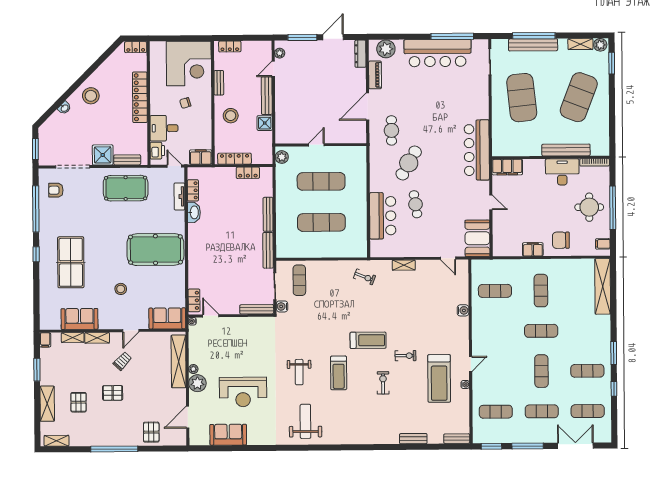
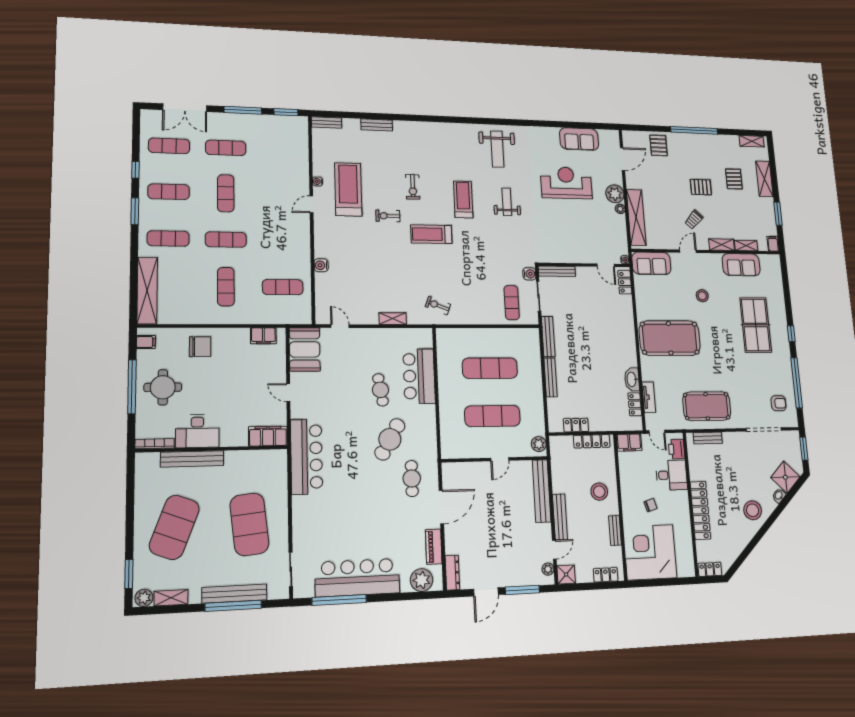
bench: (282, 118) -> (542, 491), added
shower: (265, 123) -> (566, 575), moved
shower: (103, 155) -> (785, 477), moved, turned 45
filing cabinet: (533, 249) -> (263, 336), moved
exercise mat: (496, 412) -> (168, 238), moved

